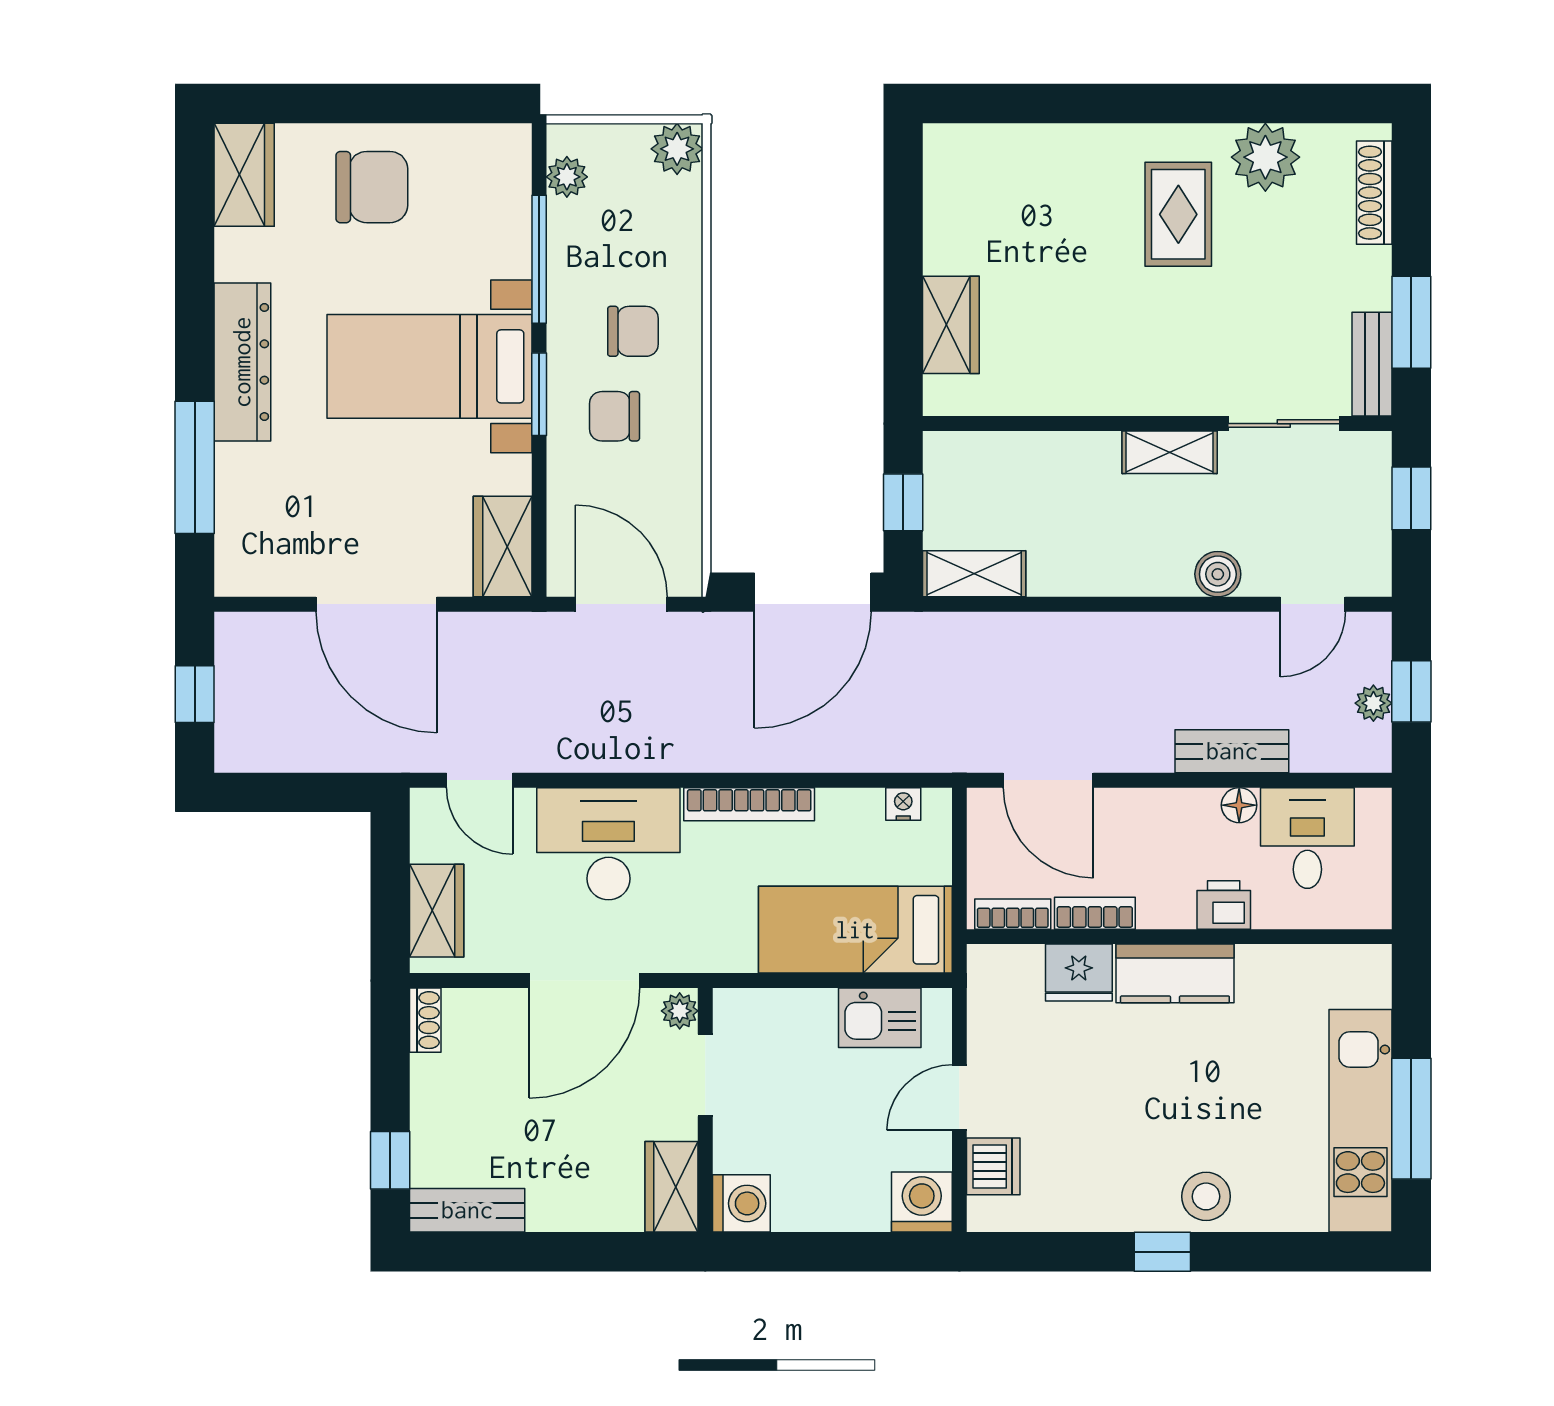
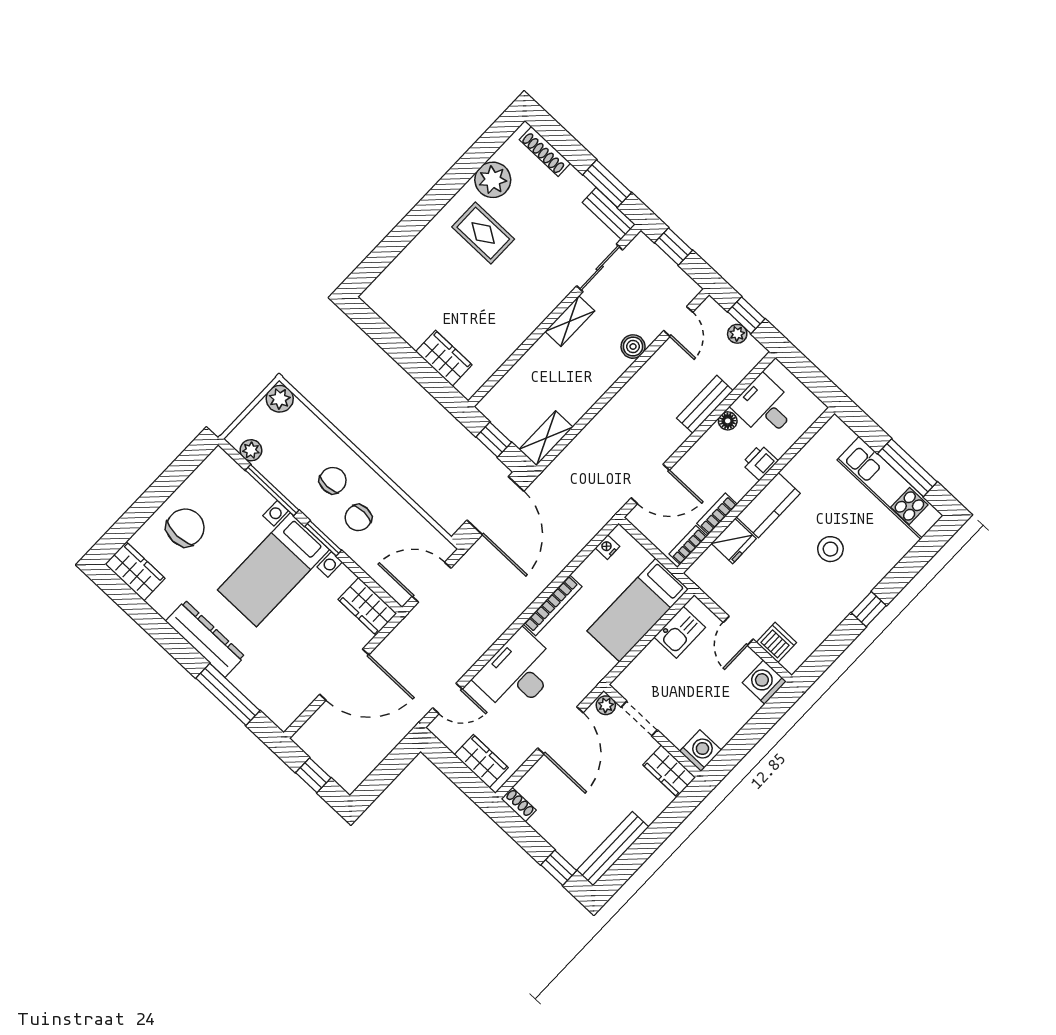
stool: (1206, 1196) -> (830, 549), moved
bench: (467, 1210) -> (613, 849), width x1.36

